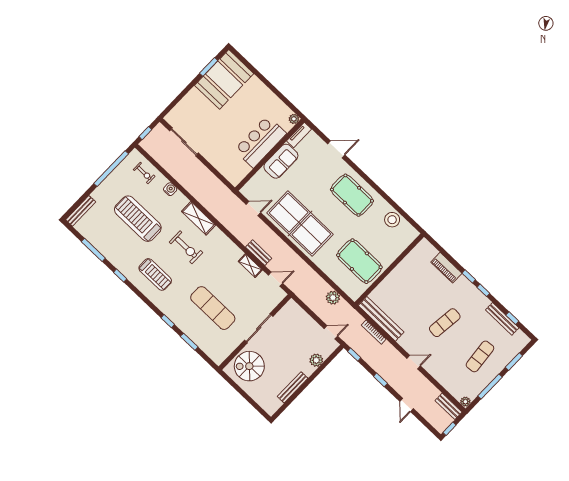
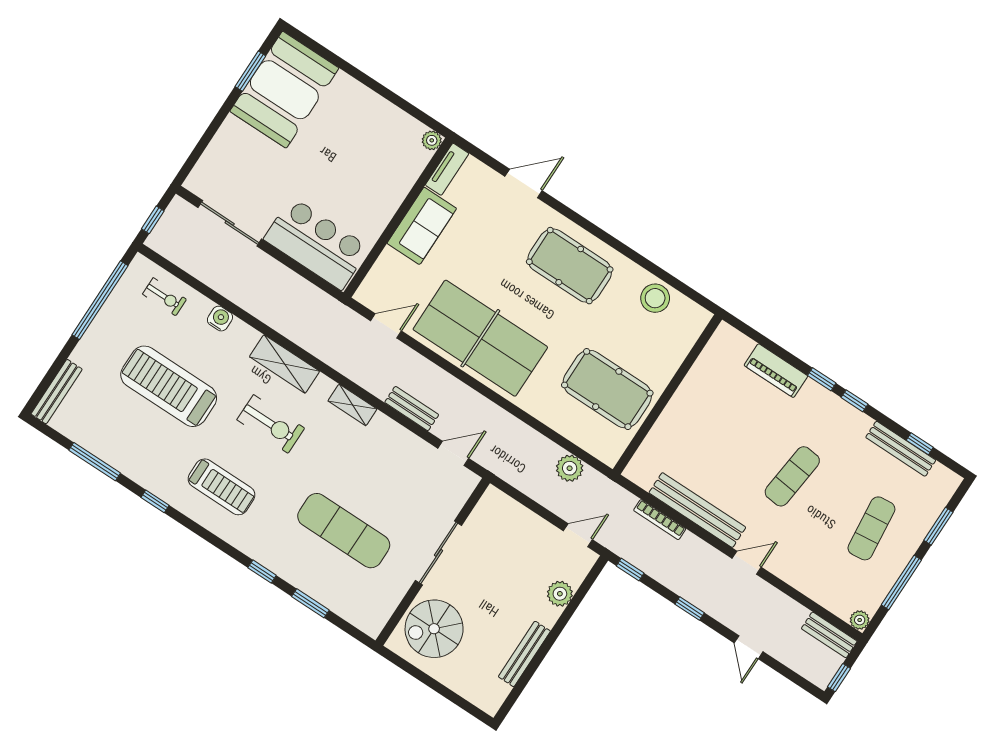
bar counter: (260, 142) -> (317, 243), moved, turned 90
shelving: (250, 266) -> (352, 405), moved
bench: (381, 319) -> (697, 510), moved

